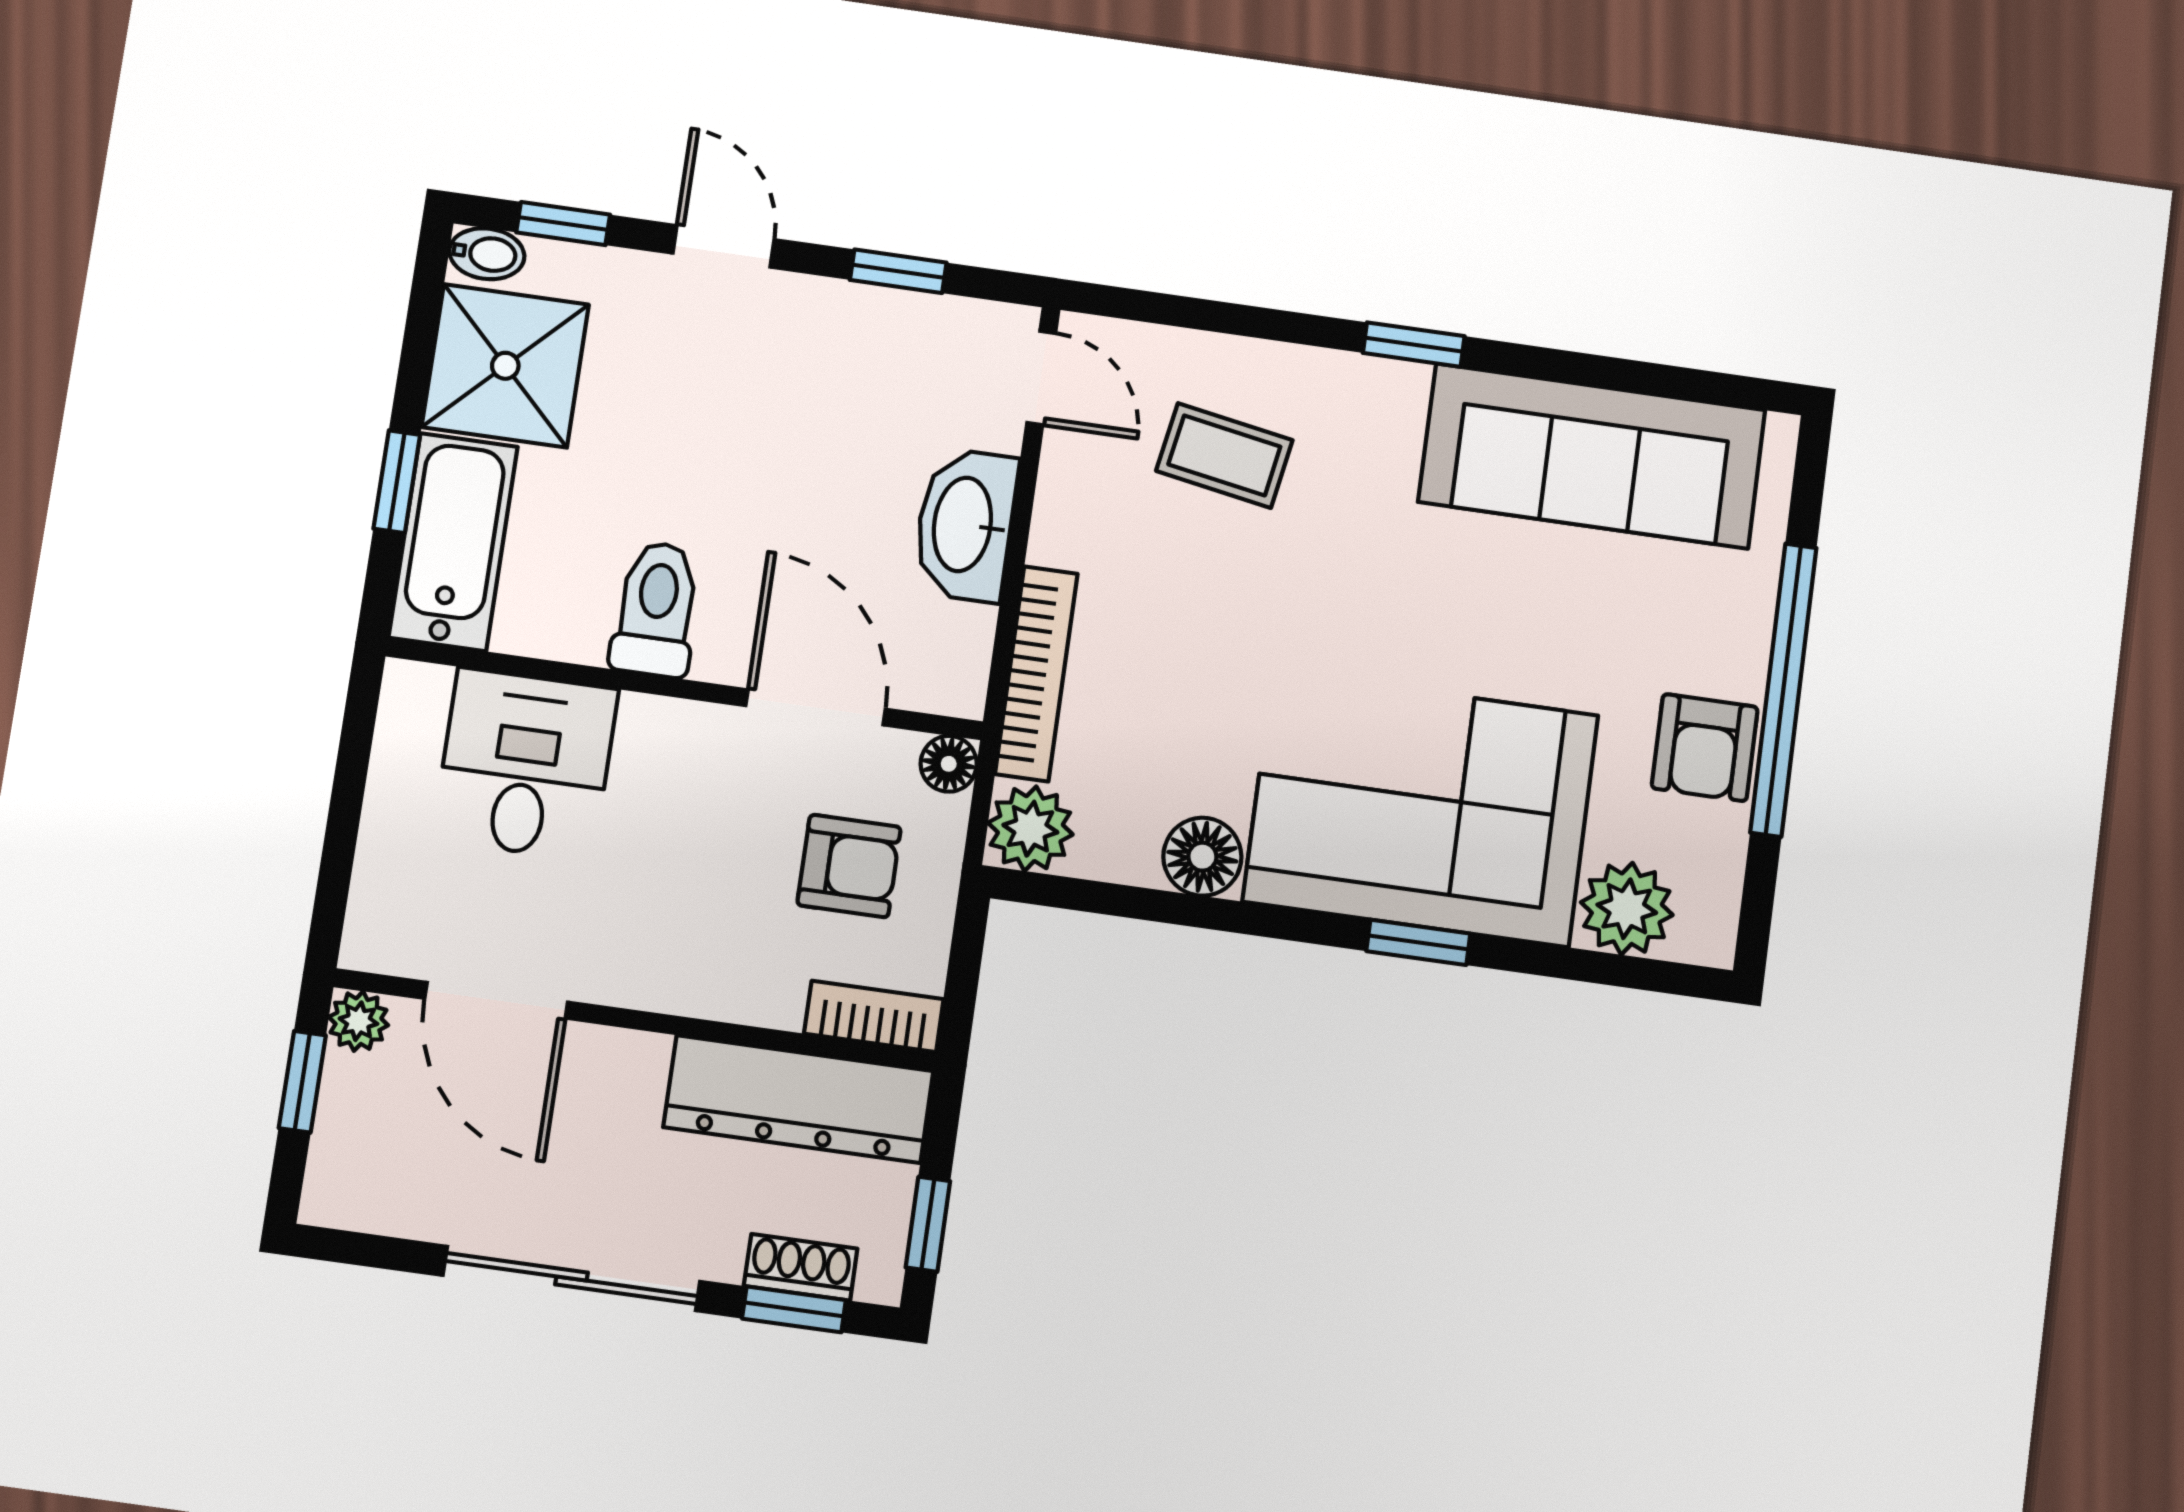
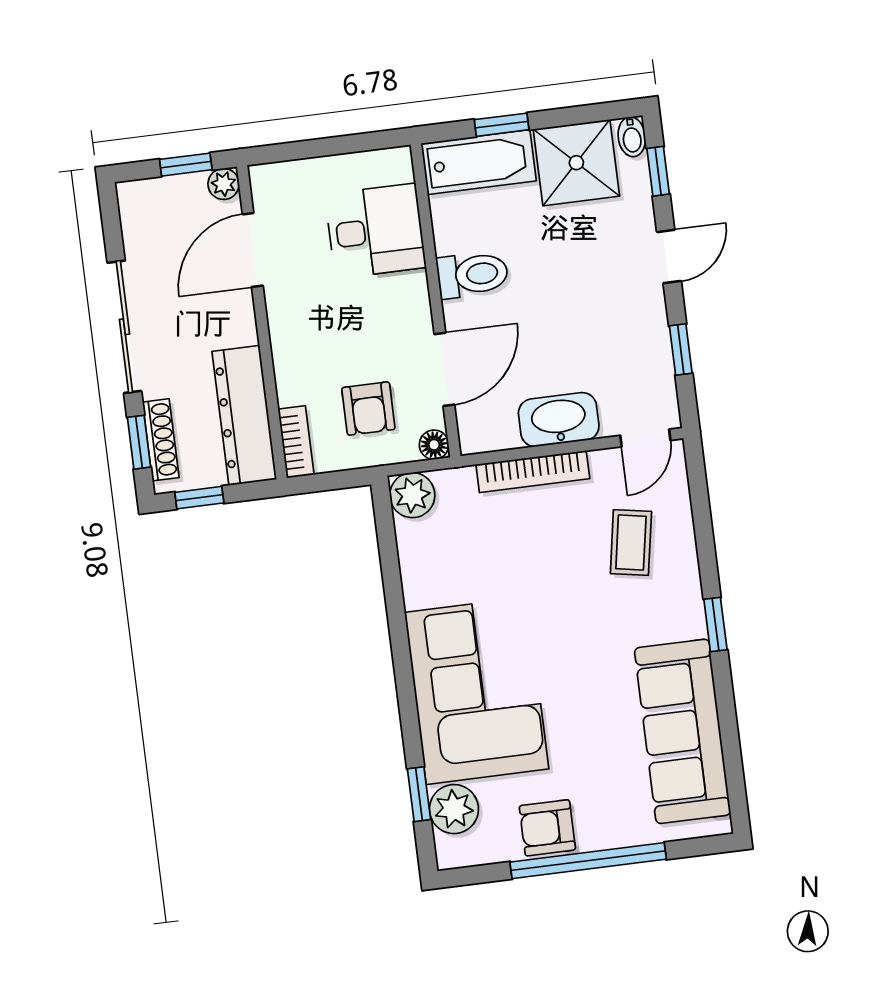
bookcase: (1036, 674) -> (533, 472), moved
floor lamp: (1202, 857) -> (422, 586), removed
window: (1418, 942) -> (419, 794), moved
shoe rack: (801, 1267) -> (161, 440), width x1.43

